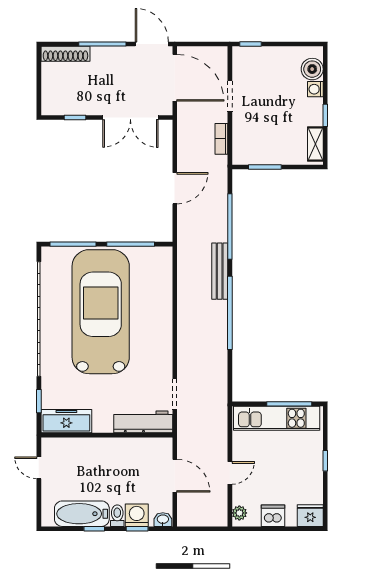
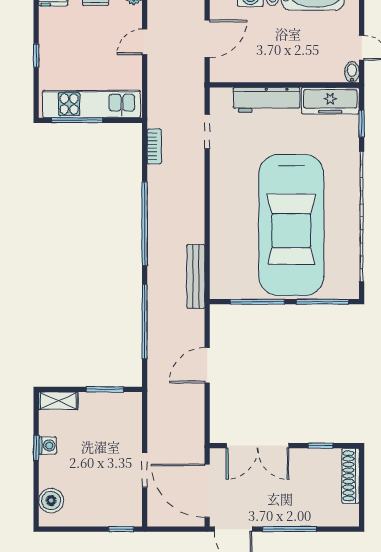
shoe rack: (65, 54) -> (350, 476), moved, turned -90
washing machine: (315, 89) -> (48, 446), moved
double door: (130, 117) -> (258, 446), swing flipped
bookcase: (221, 139) -> (154, 146), moved
shelving: (315, 144) -> (58, 401), moved, turned 90
bench: (220, 271) -> (196, 276), moved
workbench: (143, 422) -> (267, 100), moved
bidet: (47, 446) -> (352, 72), added
door: (175, 476) -> (207, 39), swing flipped

